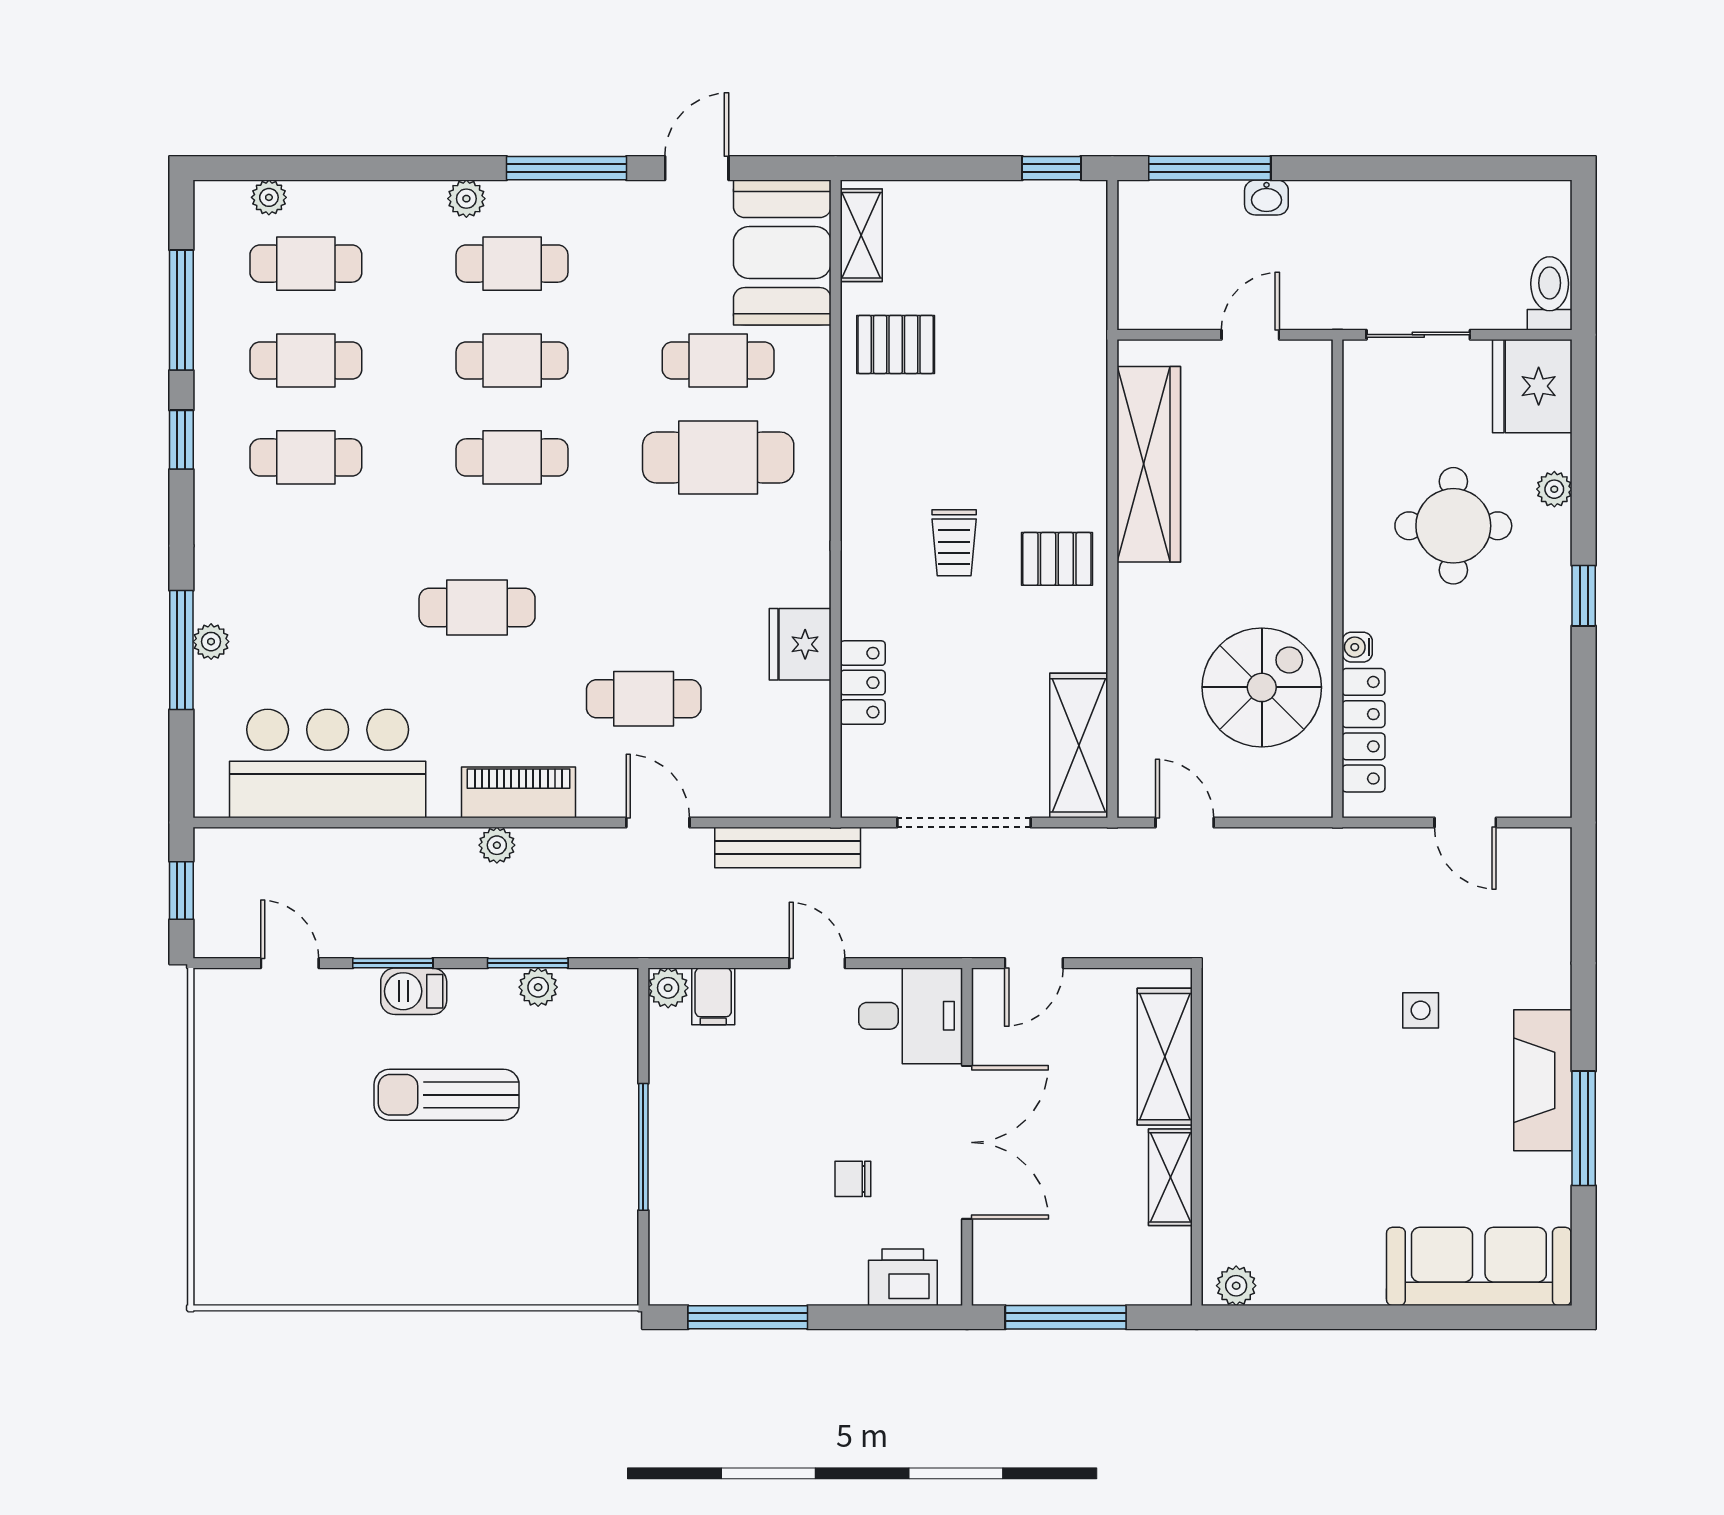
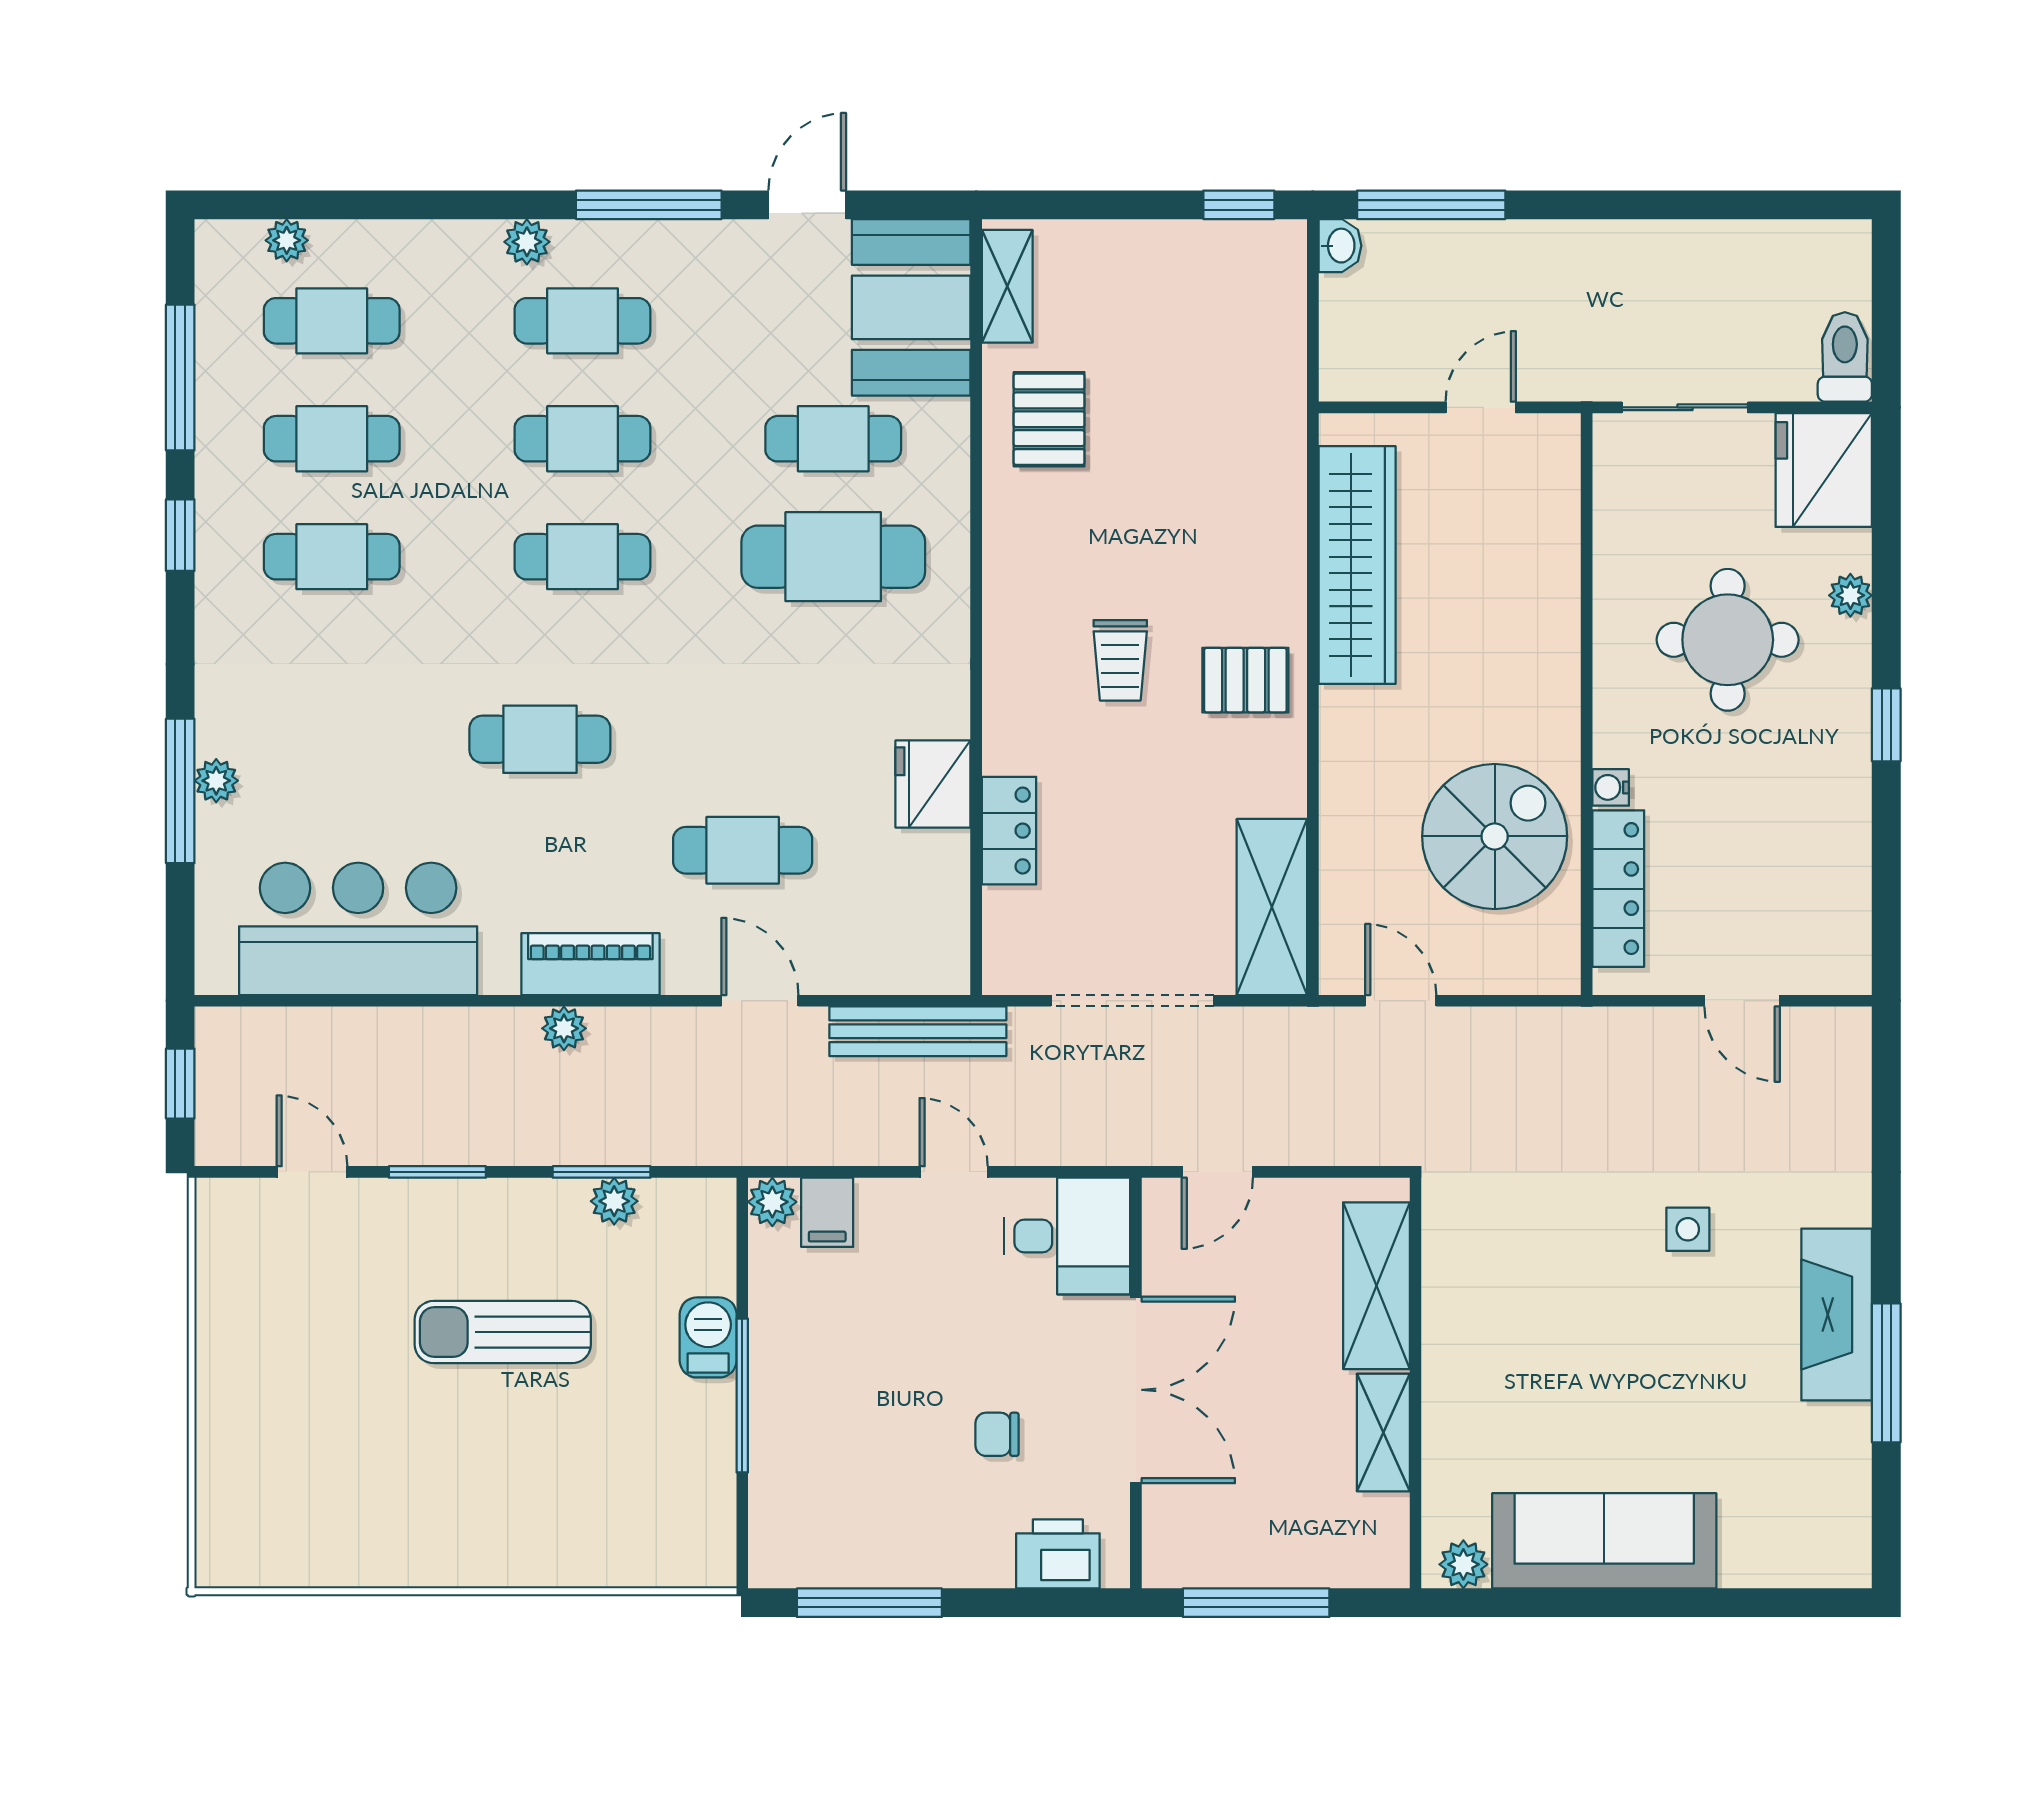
washbasin: (1266, 198) -> (1340, 246), moved, turned -90
pallet: (896, 344) -> (1049, 419), turned 90
barbecue: (414, 991) -> (708, 1337), moved, turned 90
sofa: (1479, 1266) -> (1604, 1541), moved

